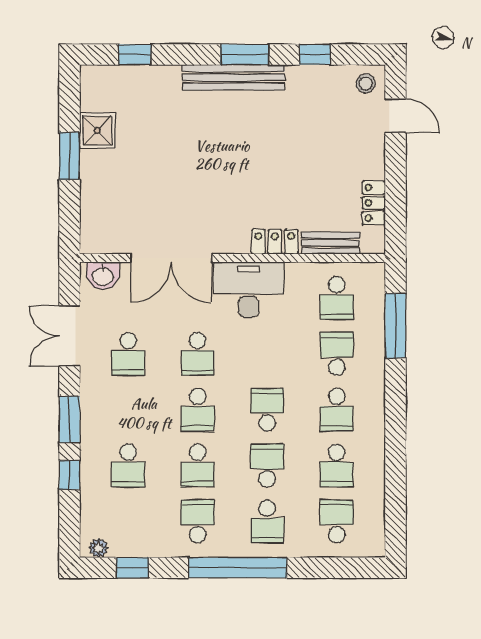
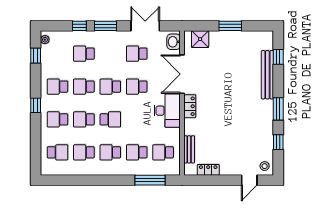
bench: (233, 77) -> (267, 75), moved
shower: (97, 131) -> (200, 39), moved
locker: (275, 242) -> (190, 106), moved
school desk: (337, 354) -> (137, 152), turned 180
school desk: (267, 466) -> (84, 119), turned 180
school desk: (198, 521) -> (57, 87), turned 180
window: (237, 568) -> (36, 105), width x0.32

